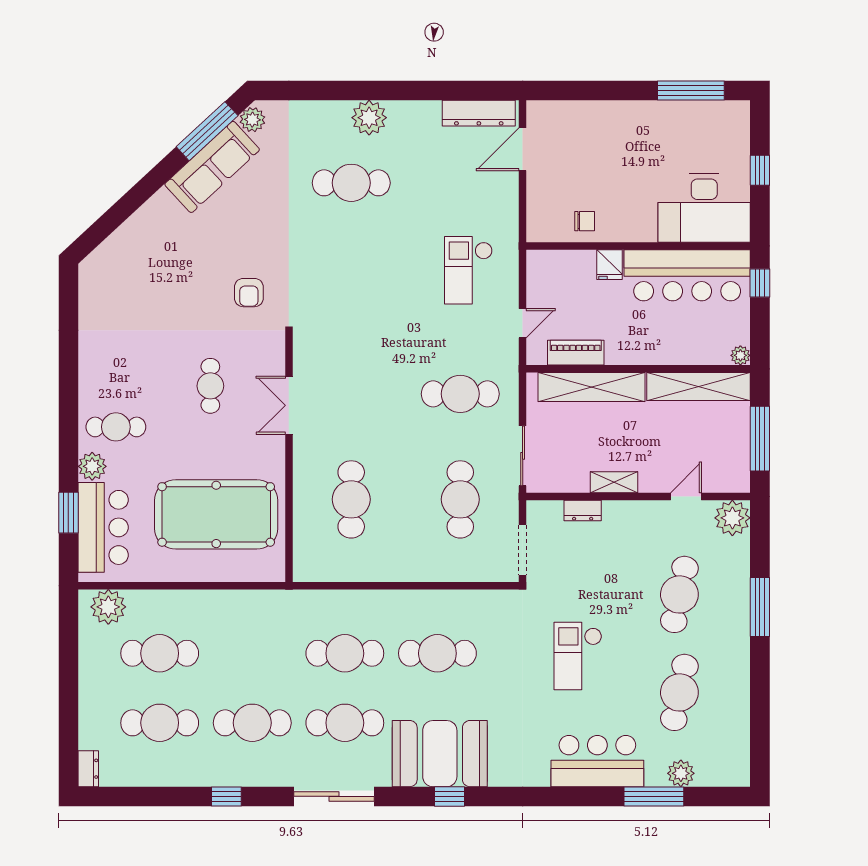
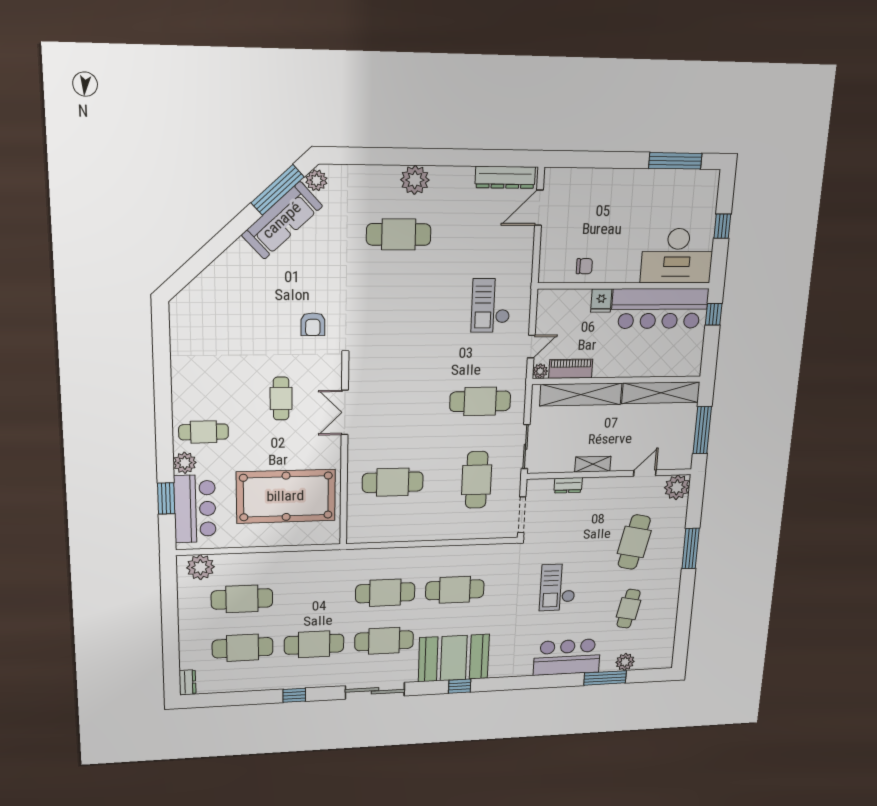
plant: (740, 355) -> (540, 371), moved
cafe table: (351, 499) -> (393, 482), turned 90
cafe table: (679, 692) -> (629, 609), width x0.73, depth x0.74

